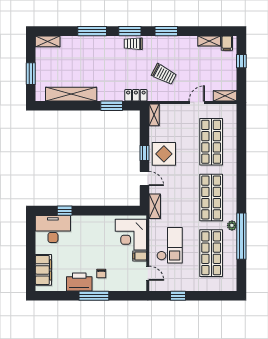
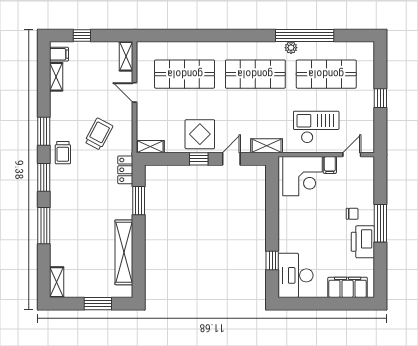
trolley: (133, 44) -> (63, 153), moved
window: (178, 296) -> (380, 98), moved

